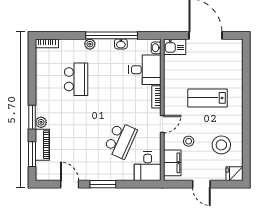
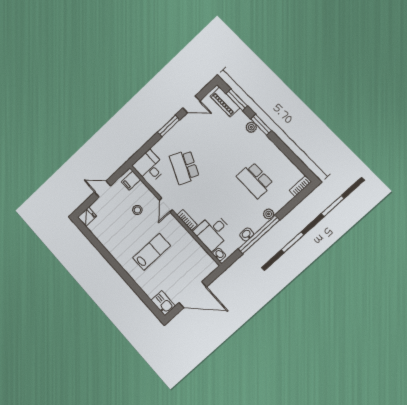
kitchen sink: (175, 47) -> (163, 303), moved, turned 90
piano: (42, 145) -> (225, 102), moved
stool: (221, 145) -> (113, 228), removed
filing cabinet: (172, 163) -> (131, 181), width x0.50

